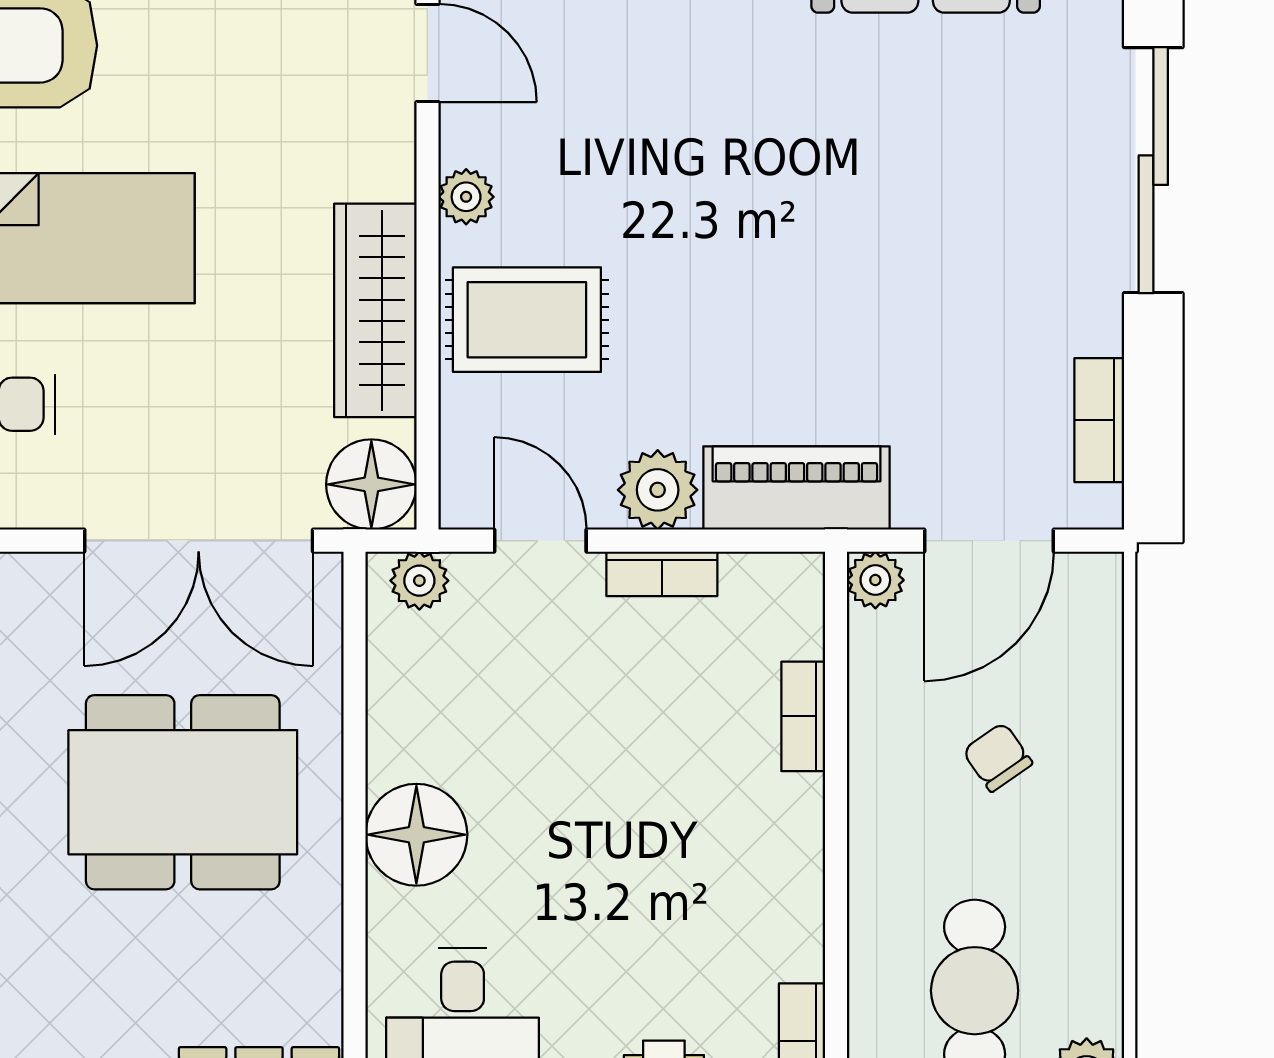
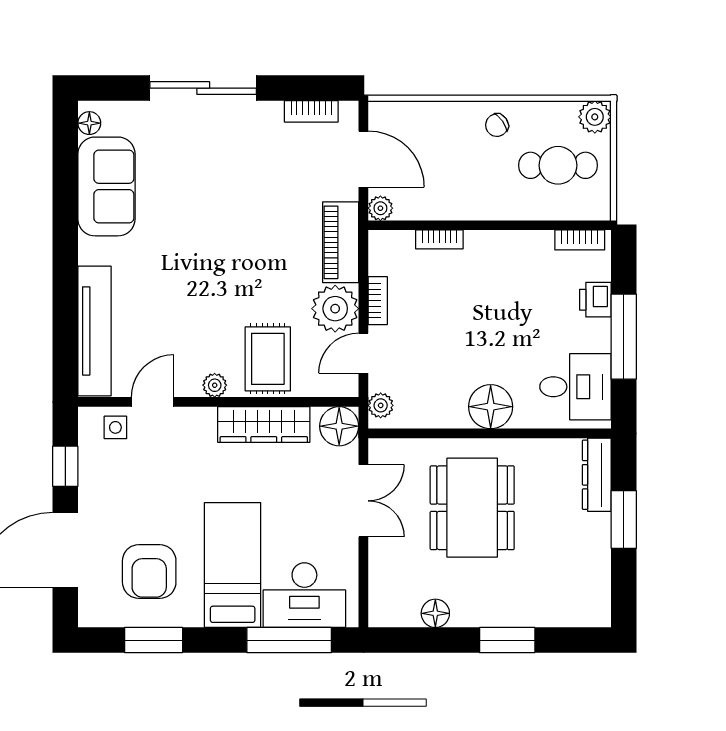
plant: (658, 490) -> (335, 309), width x1.36, depth x1.36
double door: (199, 541) -> (363, 501), width x0.73
chair: (997, 757) -> (497, 125), moved

